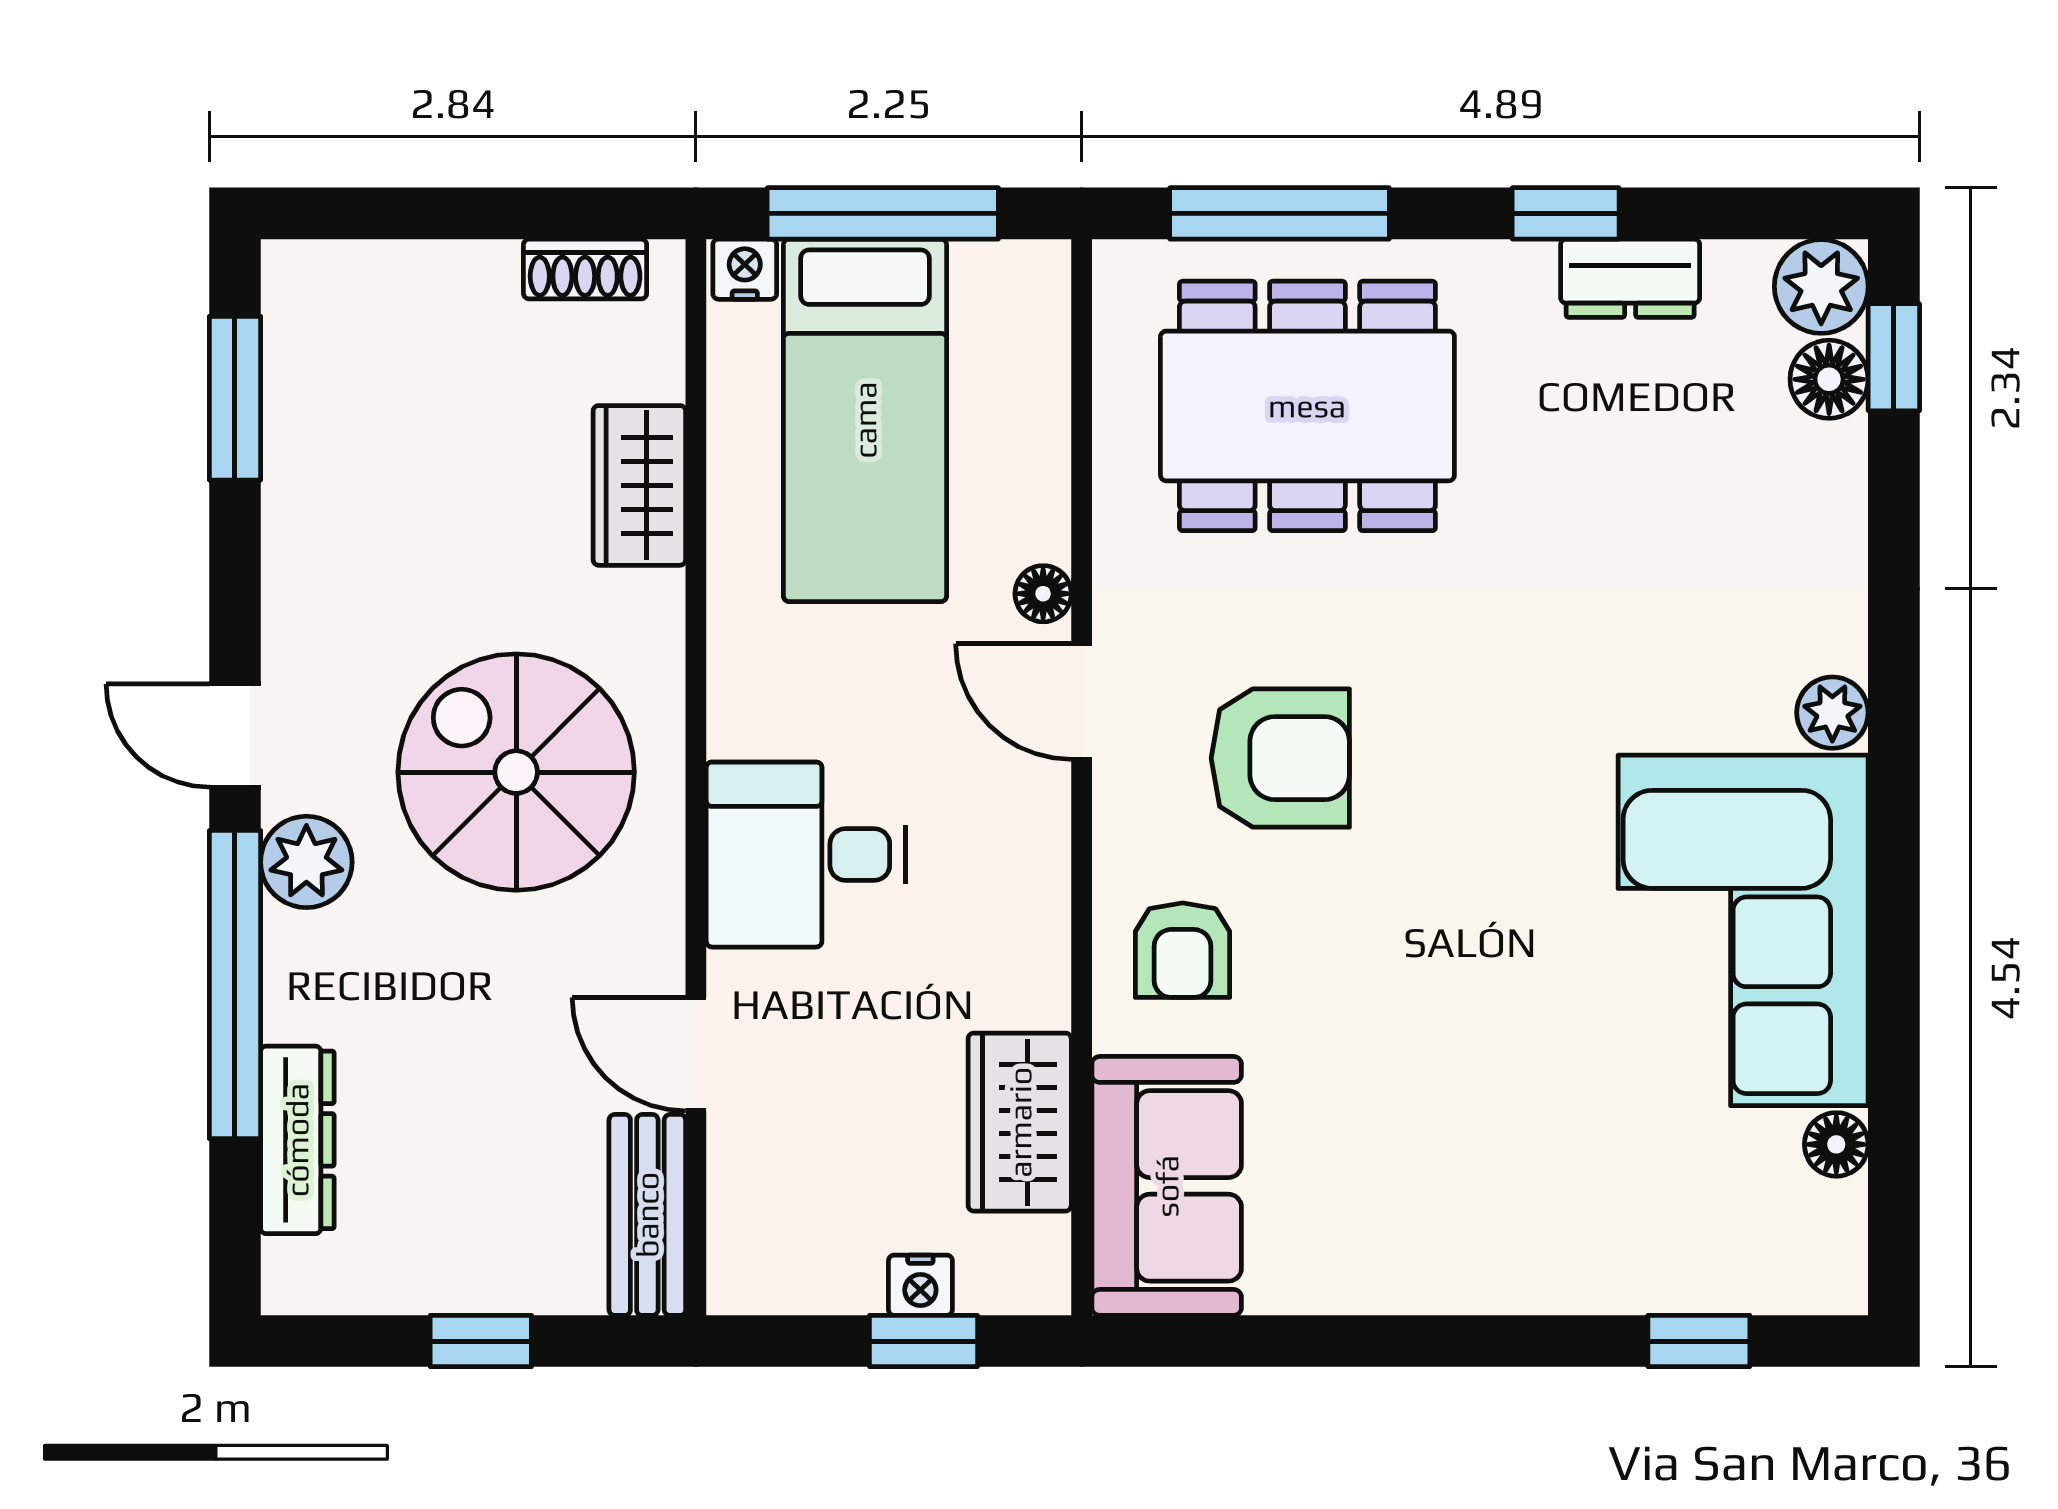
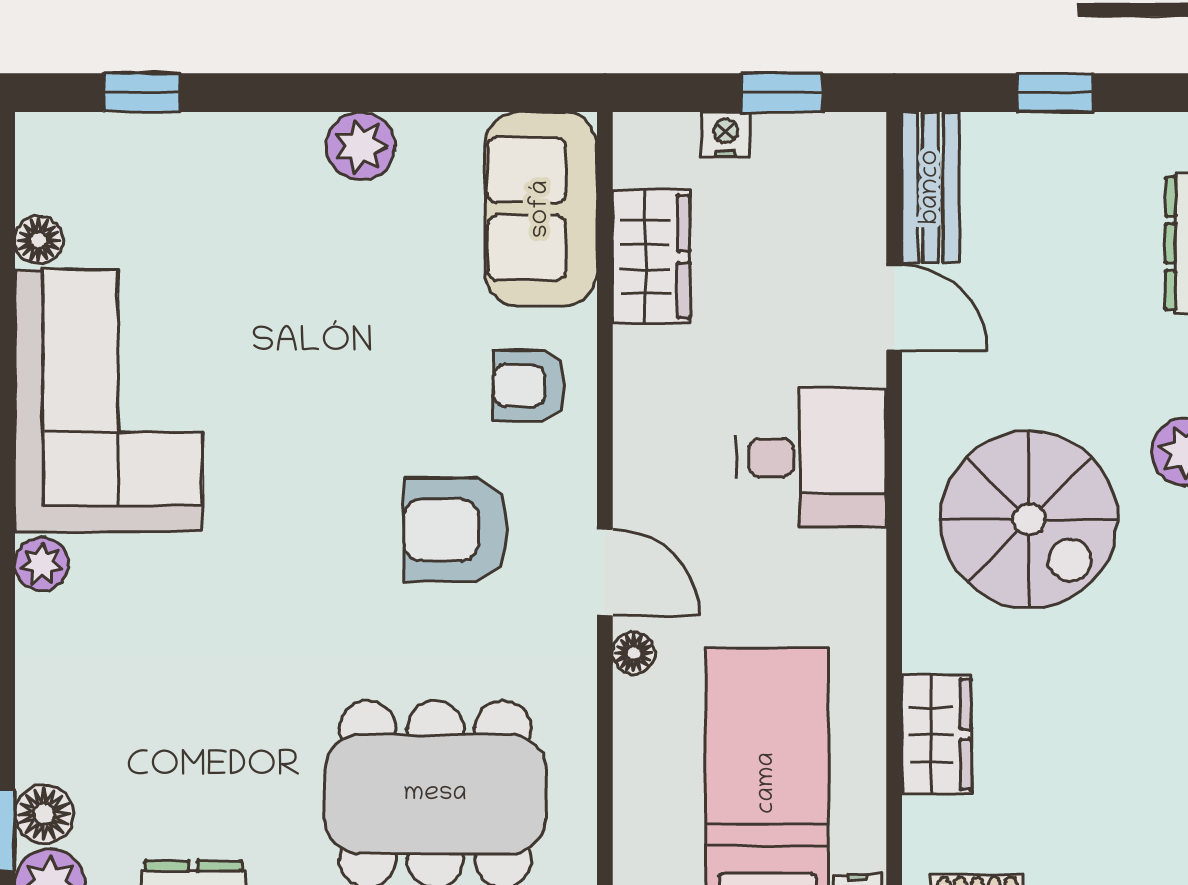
armchair: (1183, 950) -> (529, 386), turned -90
plant: (1407, 1270) -> (361, 146), added
window: (924, 1341) -> (782, 93), moved

